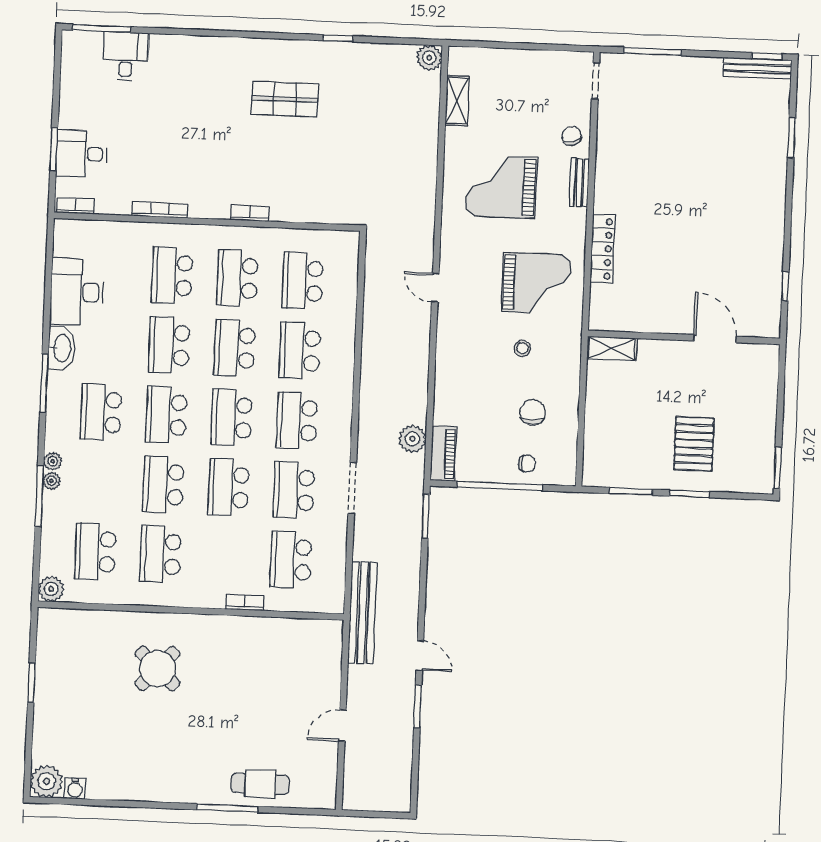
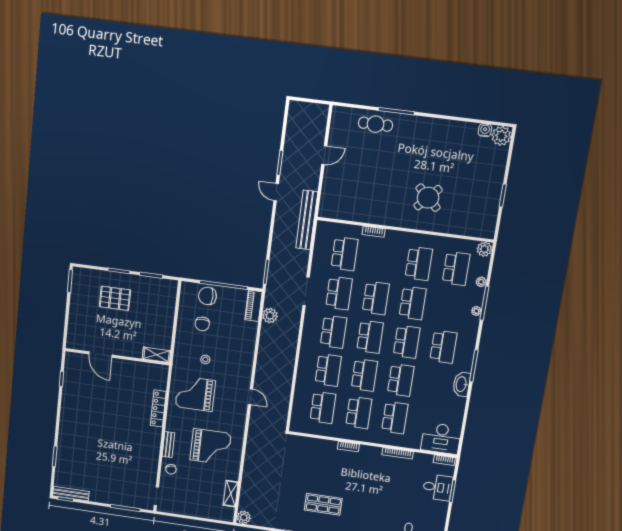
desk: (77, 292) -> (441, 438), moved, turned 90
pallet: (694, 444) -> (115, 298), turned 90
plant: (53, 461) -> (481, 282), moved
chair: (527, 464) -> (207, 296), width x1.87, depth x1.87

